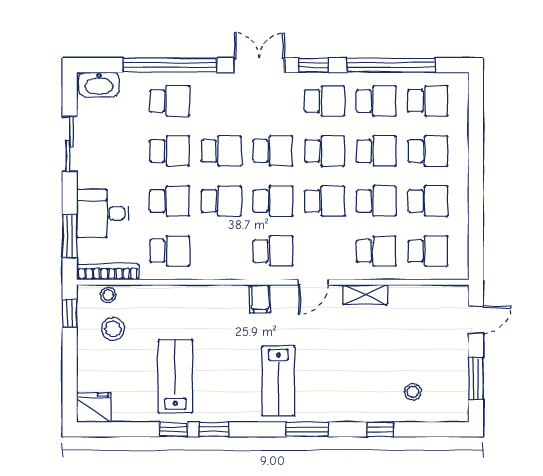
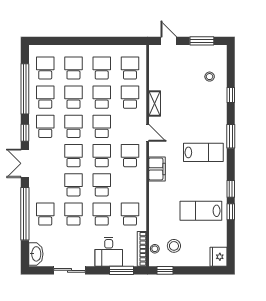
filing cabinet: (260, 299) -> (157, 169), width x2.00

